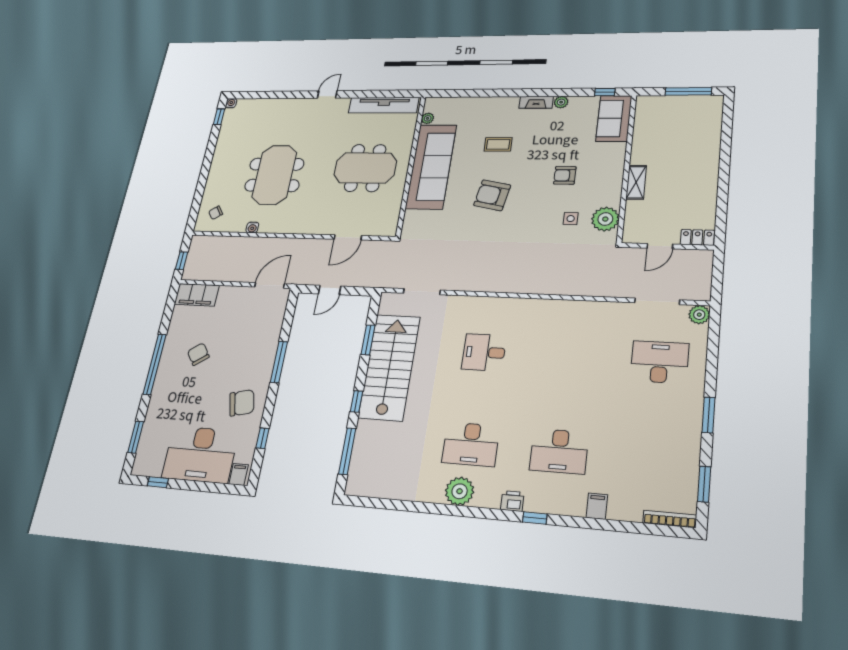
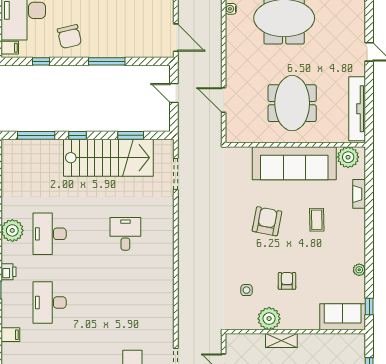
fireplace: (536, 102) -> (359, 194), moved
plant: (428, 118) -> (348, 157), width x1.88, depth x1.88
plant: (605, 219) -> (269, 319), moved

